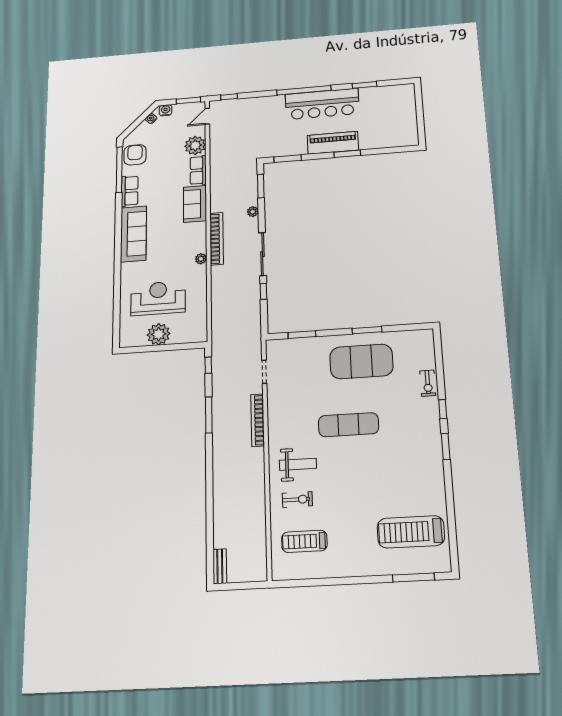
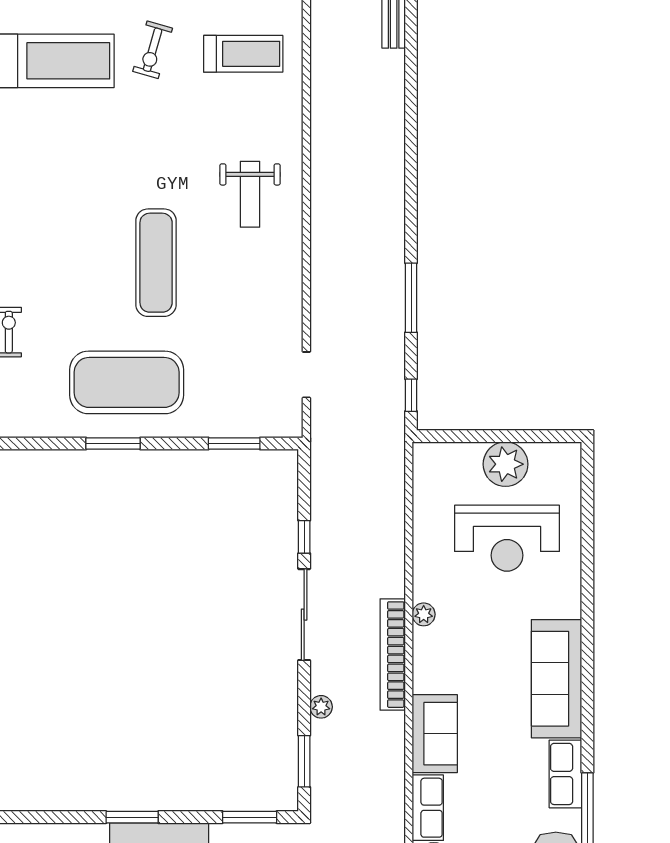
bookcase: (257, 420) -> (321, 282), removed
exercise mat: (348, 425) -> (156, 263), turned 90
weight bench: (298, 464) -> (250, 194), turned -90
exercise bike: (297, 499) -> (153, 50), moved, turned -74

